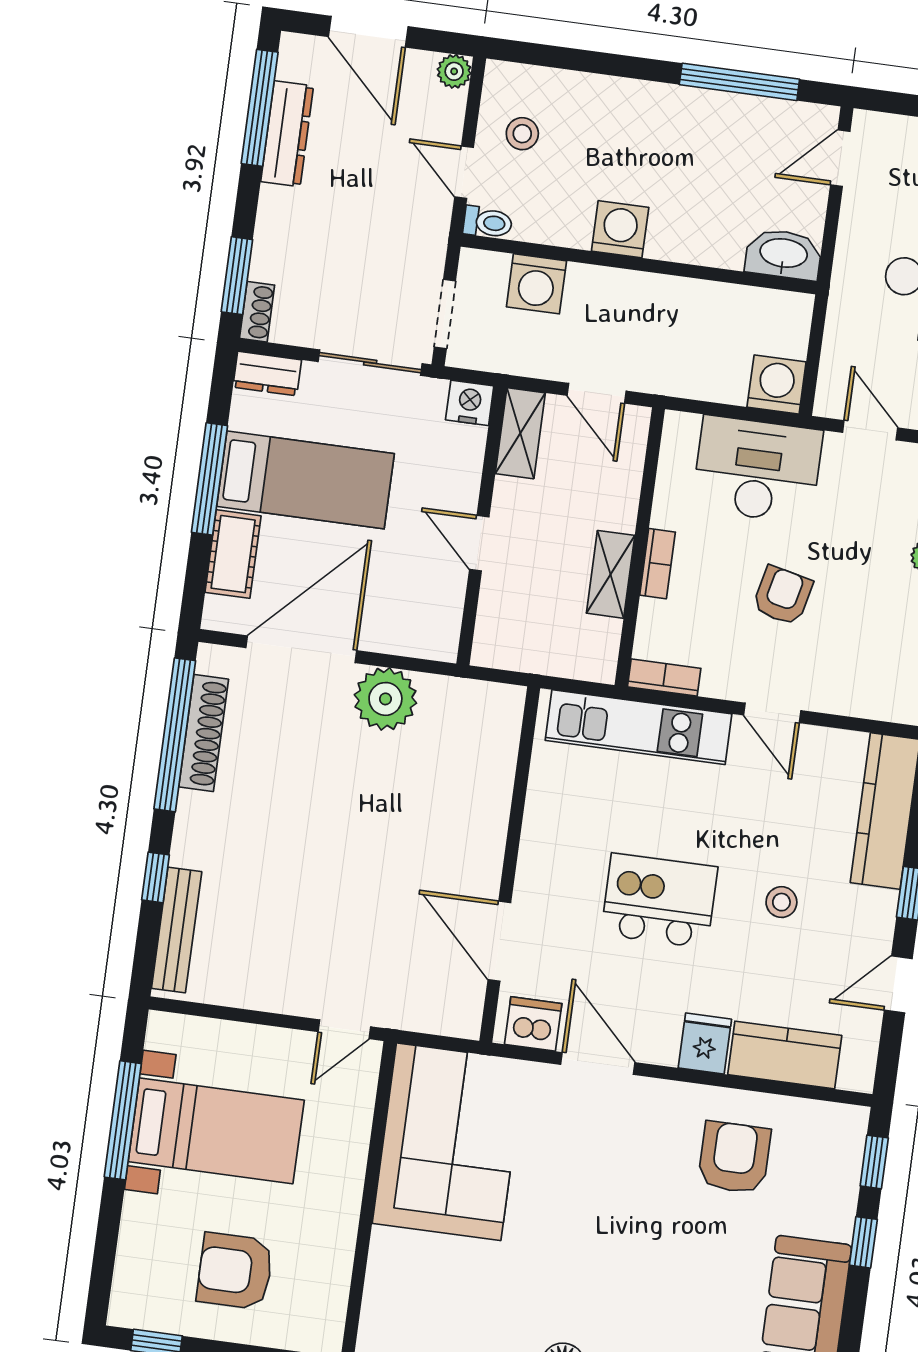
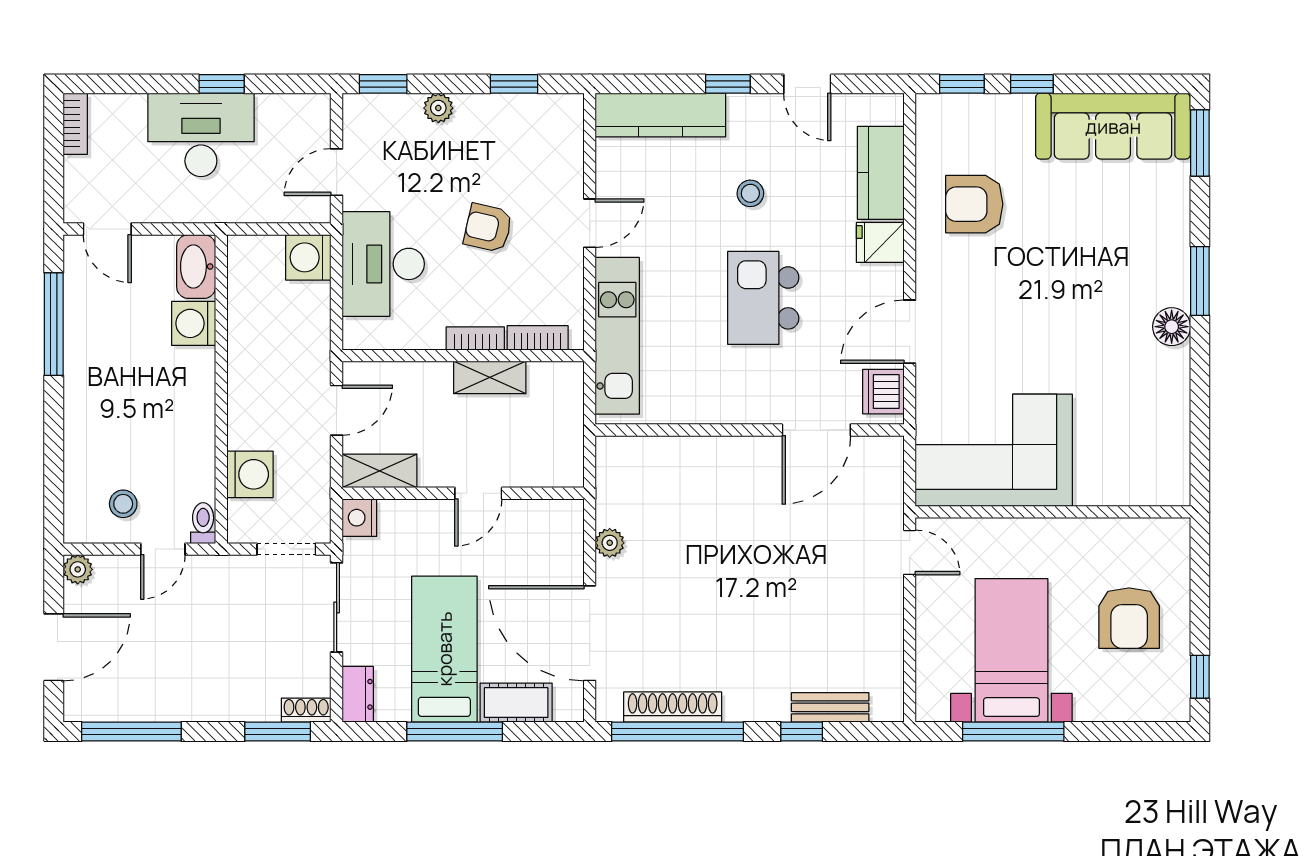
dresser: (287, 134) -> (150, 705), removed
washing machine: (620, 229) -> (194, 323), moved
bookcase: (664, 678) -> (538, 338), moved, turned 90
plant: (385, 699) -> (610, 543), width x0.53, depth x0.53
bench: (177, 930) -> (830, 707), width x0.73

